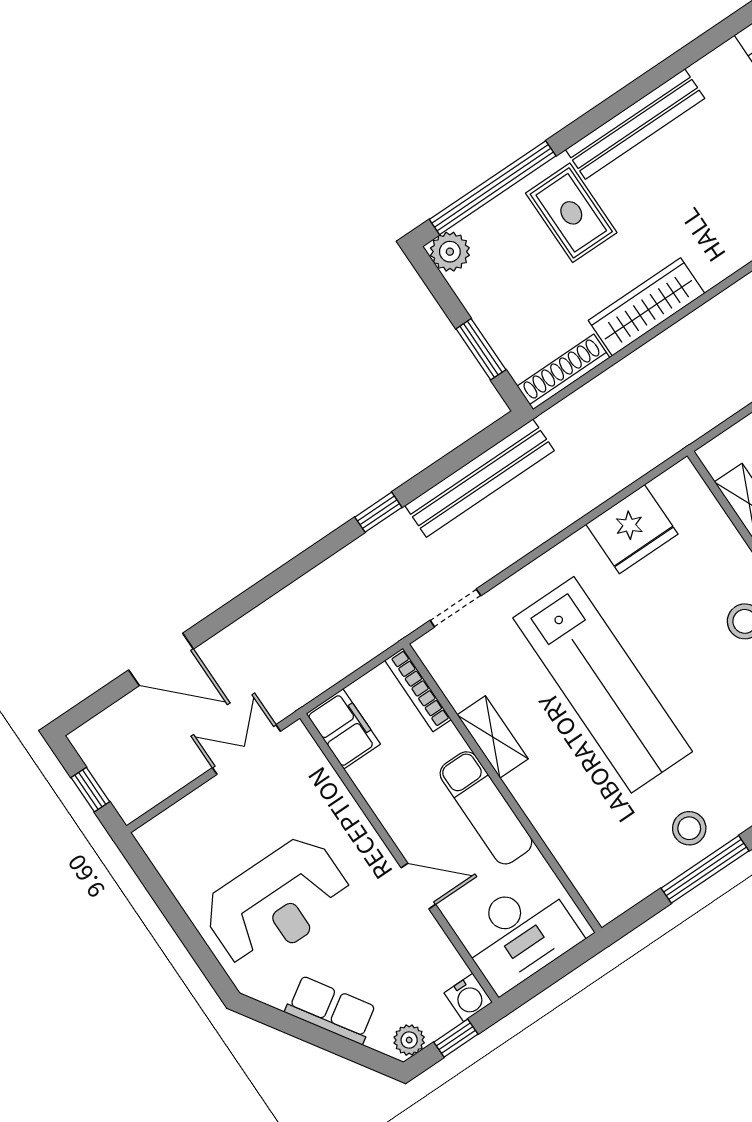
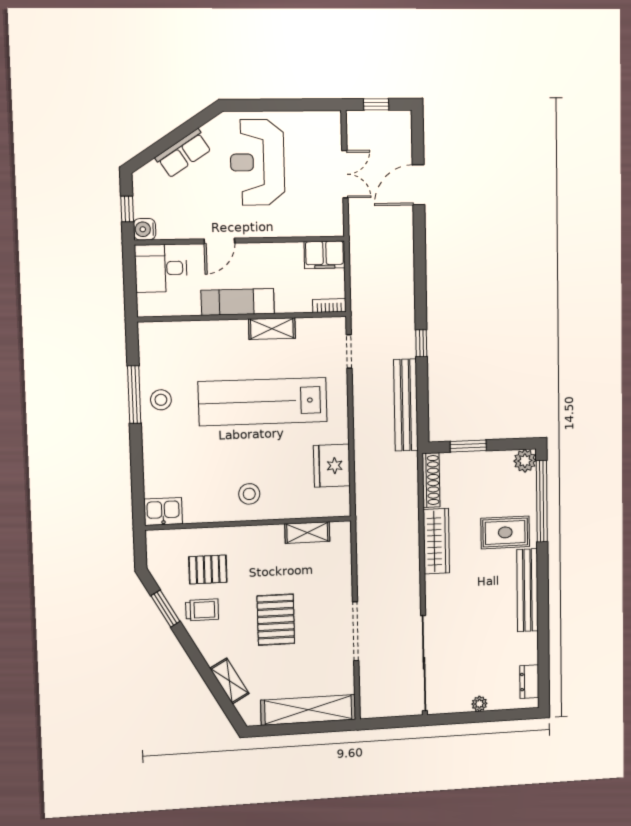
bookcase: (418, 690) -> (329, 306), width x0.64
double door: (246, 750) -> (345, 174), moved
desk: (519, 934) -> (161, 268), width x0.73
plant: (409, 1040) -> (142, 184), removed

